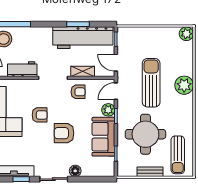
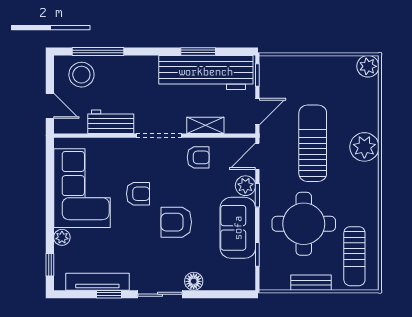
door: (116, 63) -> (257, 112), swing flipped

